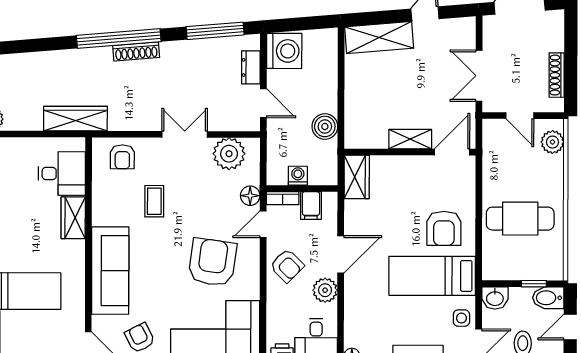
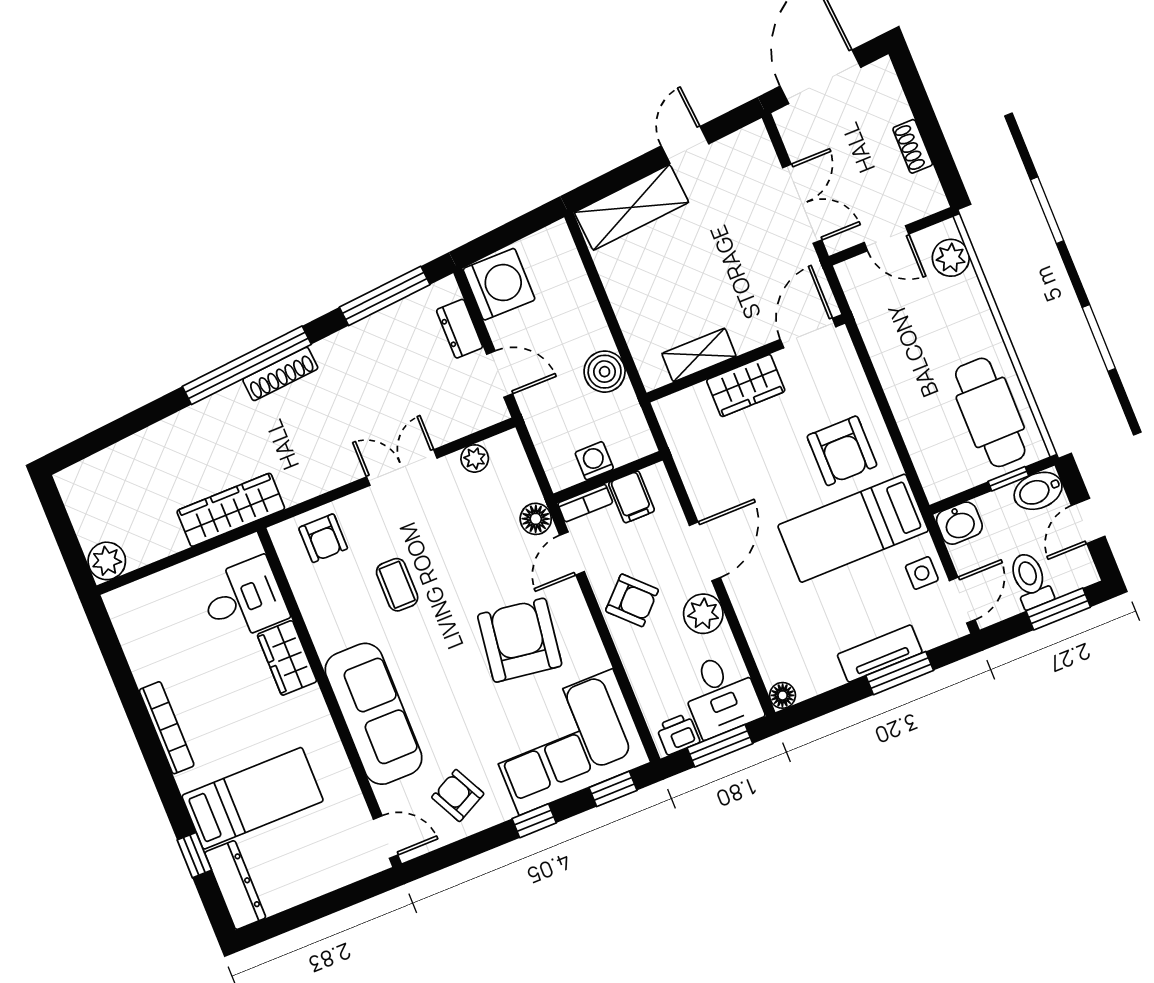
shoe rack: (557, 75) -> (913, 146), width x0.70
double door: (479, 76) -> (802, 204), swing flipped
shelving: (410, 139) -> (699, 355), moved
plant: (229, 154) -> (475, 458), width x0.53, depth x0.53
wardrobe: (357, 177) -> (746, 386), moved, turned 90
cafe table: (520, 219) -> (990, 412), moved, turned 90

